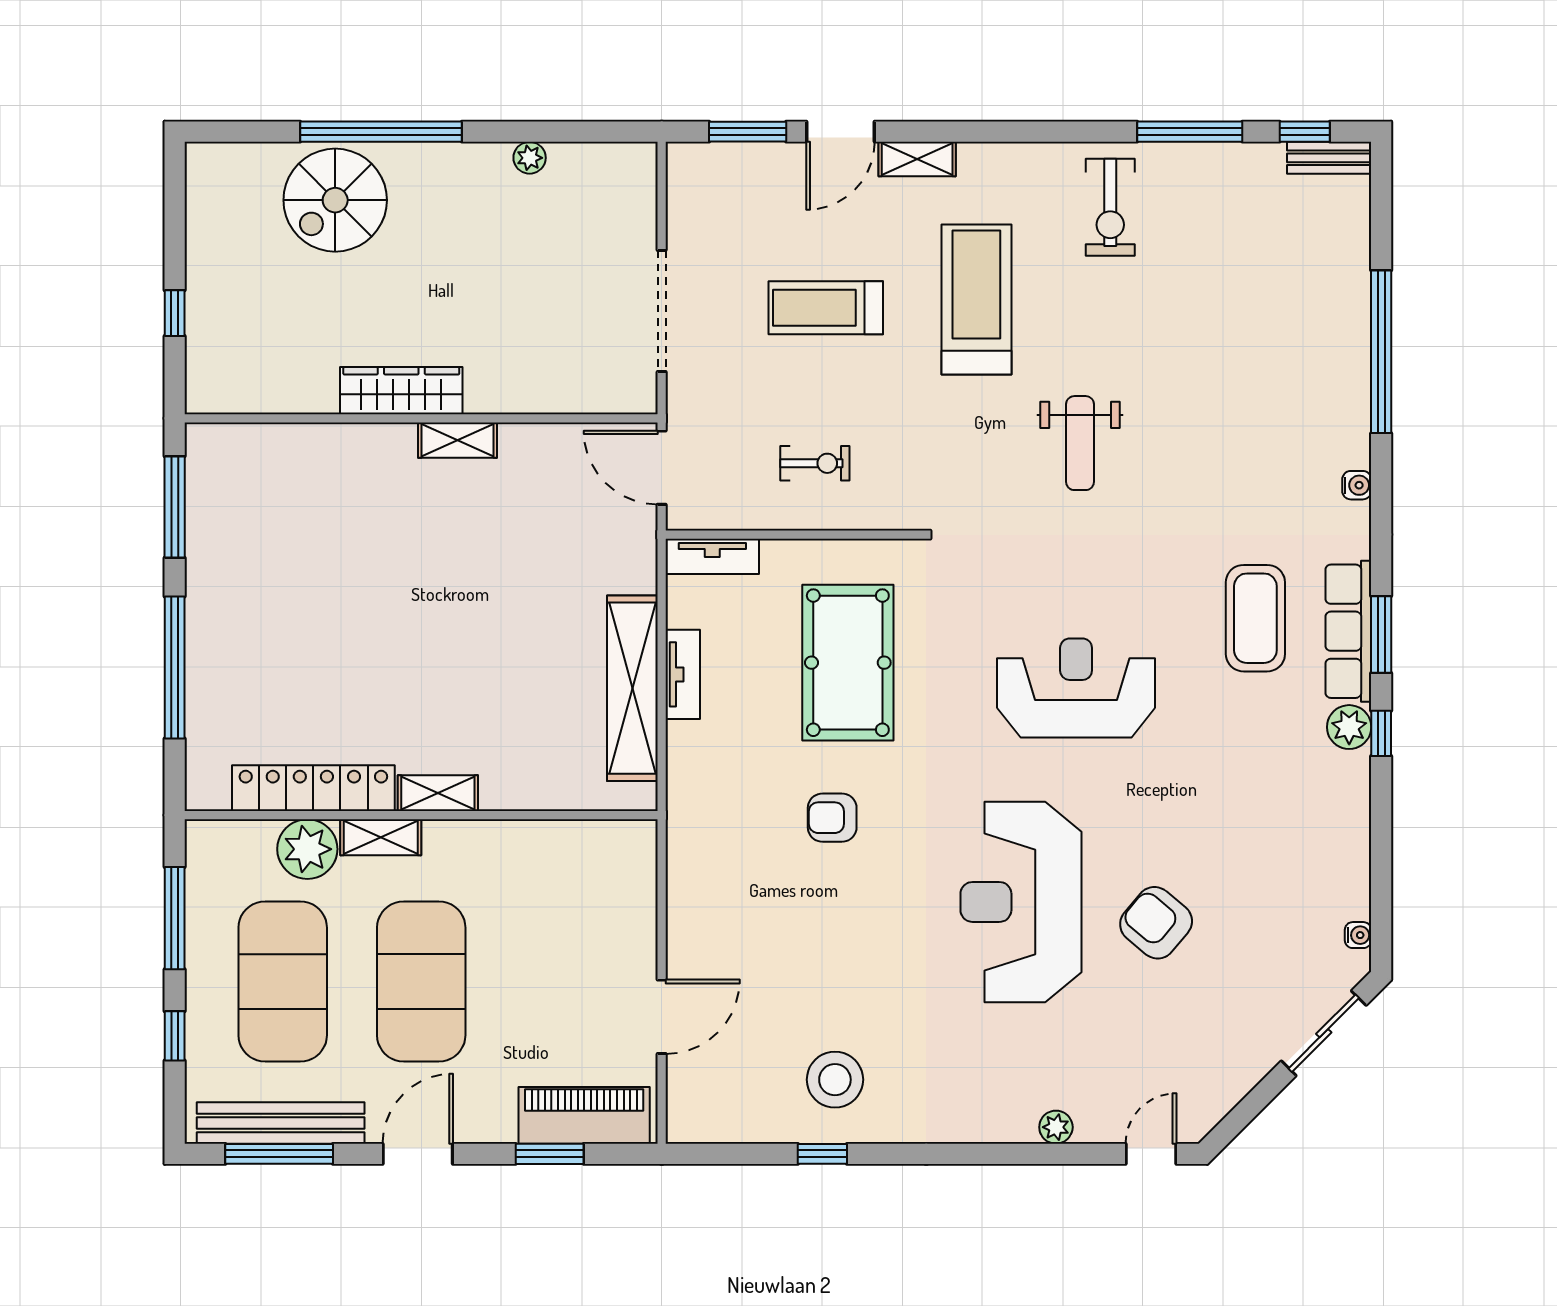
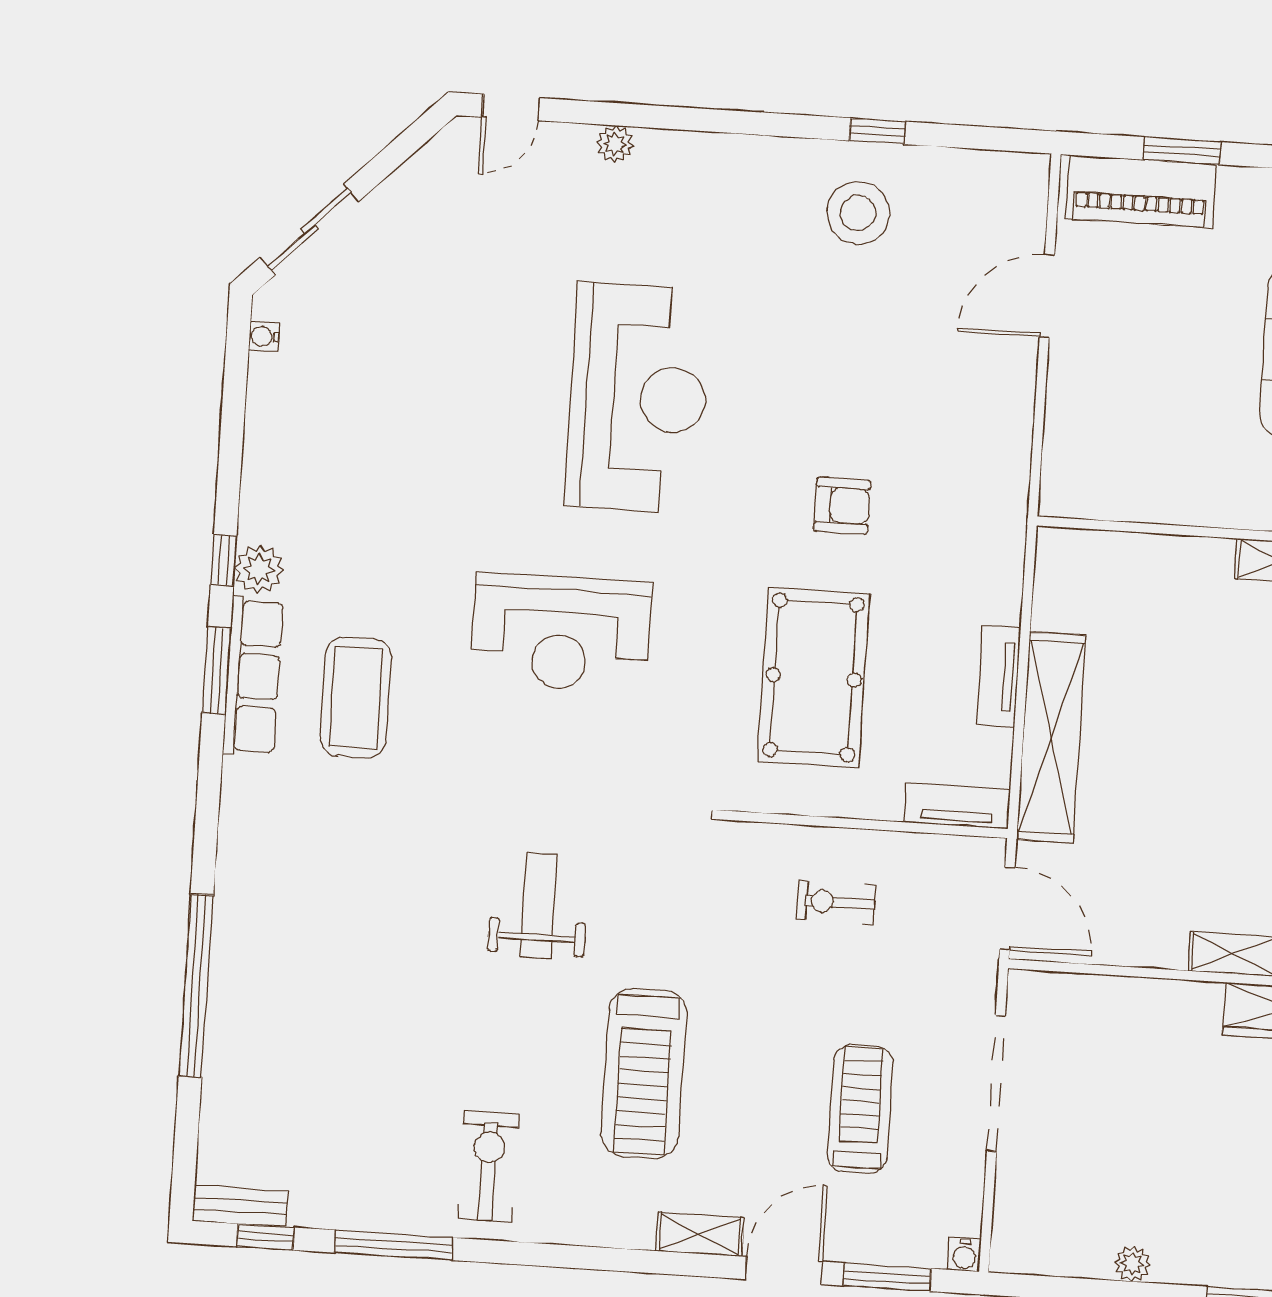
treadmill: (826, 308) -> (860, 1109), moved, turned -90
water cooler: (1357, 485) -> (964, 1255), moved, turned -90
shelving: (632, 688) -> (1051, 737), moved
armchair: (1156, 923) -> (488, 365), removed

